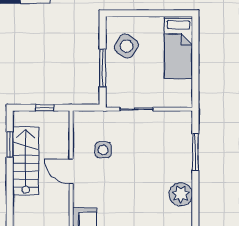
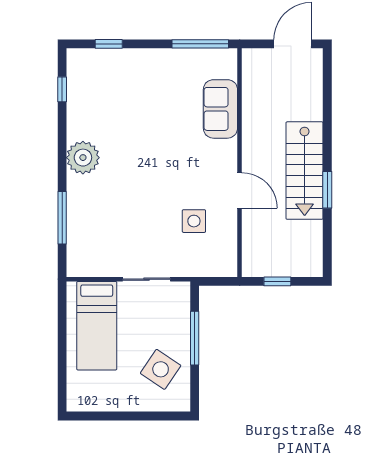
bed: (178, 47) -> (97, 326), moved, turned 180
window: (10, 145) -> (327, 190), moved
stairs: (26, 161) -> (305, 171), moved

